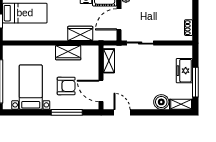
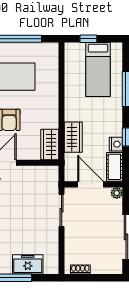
wardrobe: (68, 53) -> (50, 144), moved
shelving: (109, 61) -> (40, 172), removed

